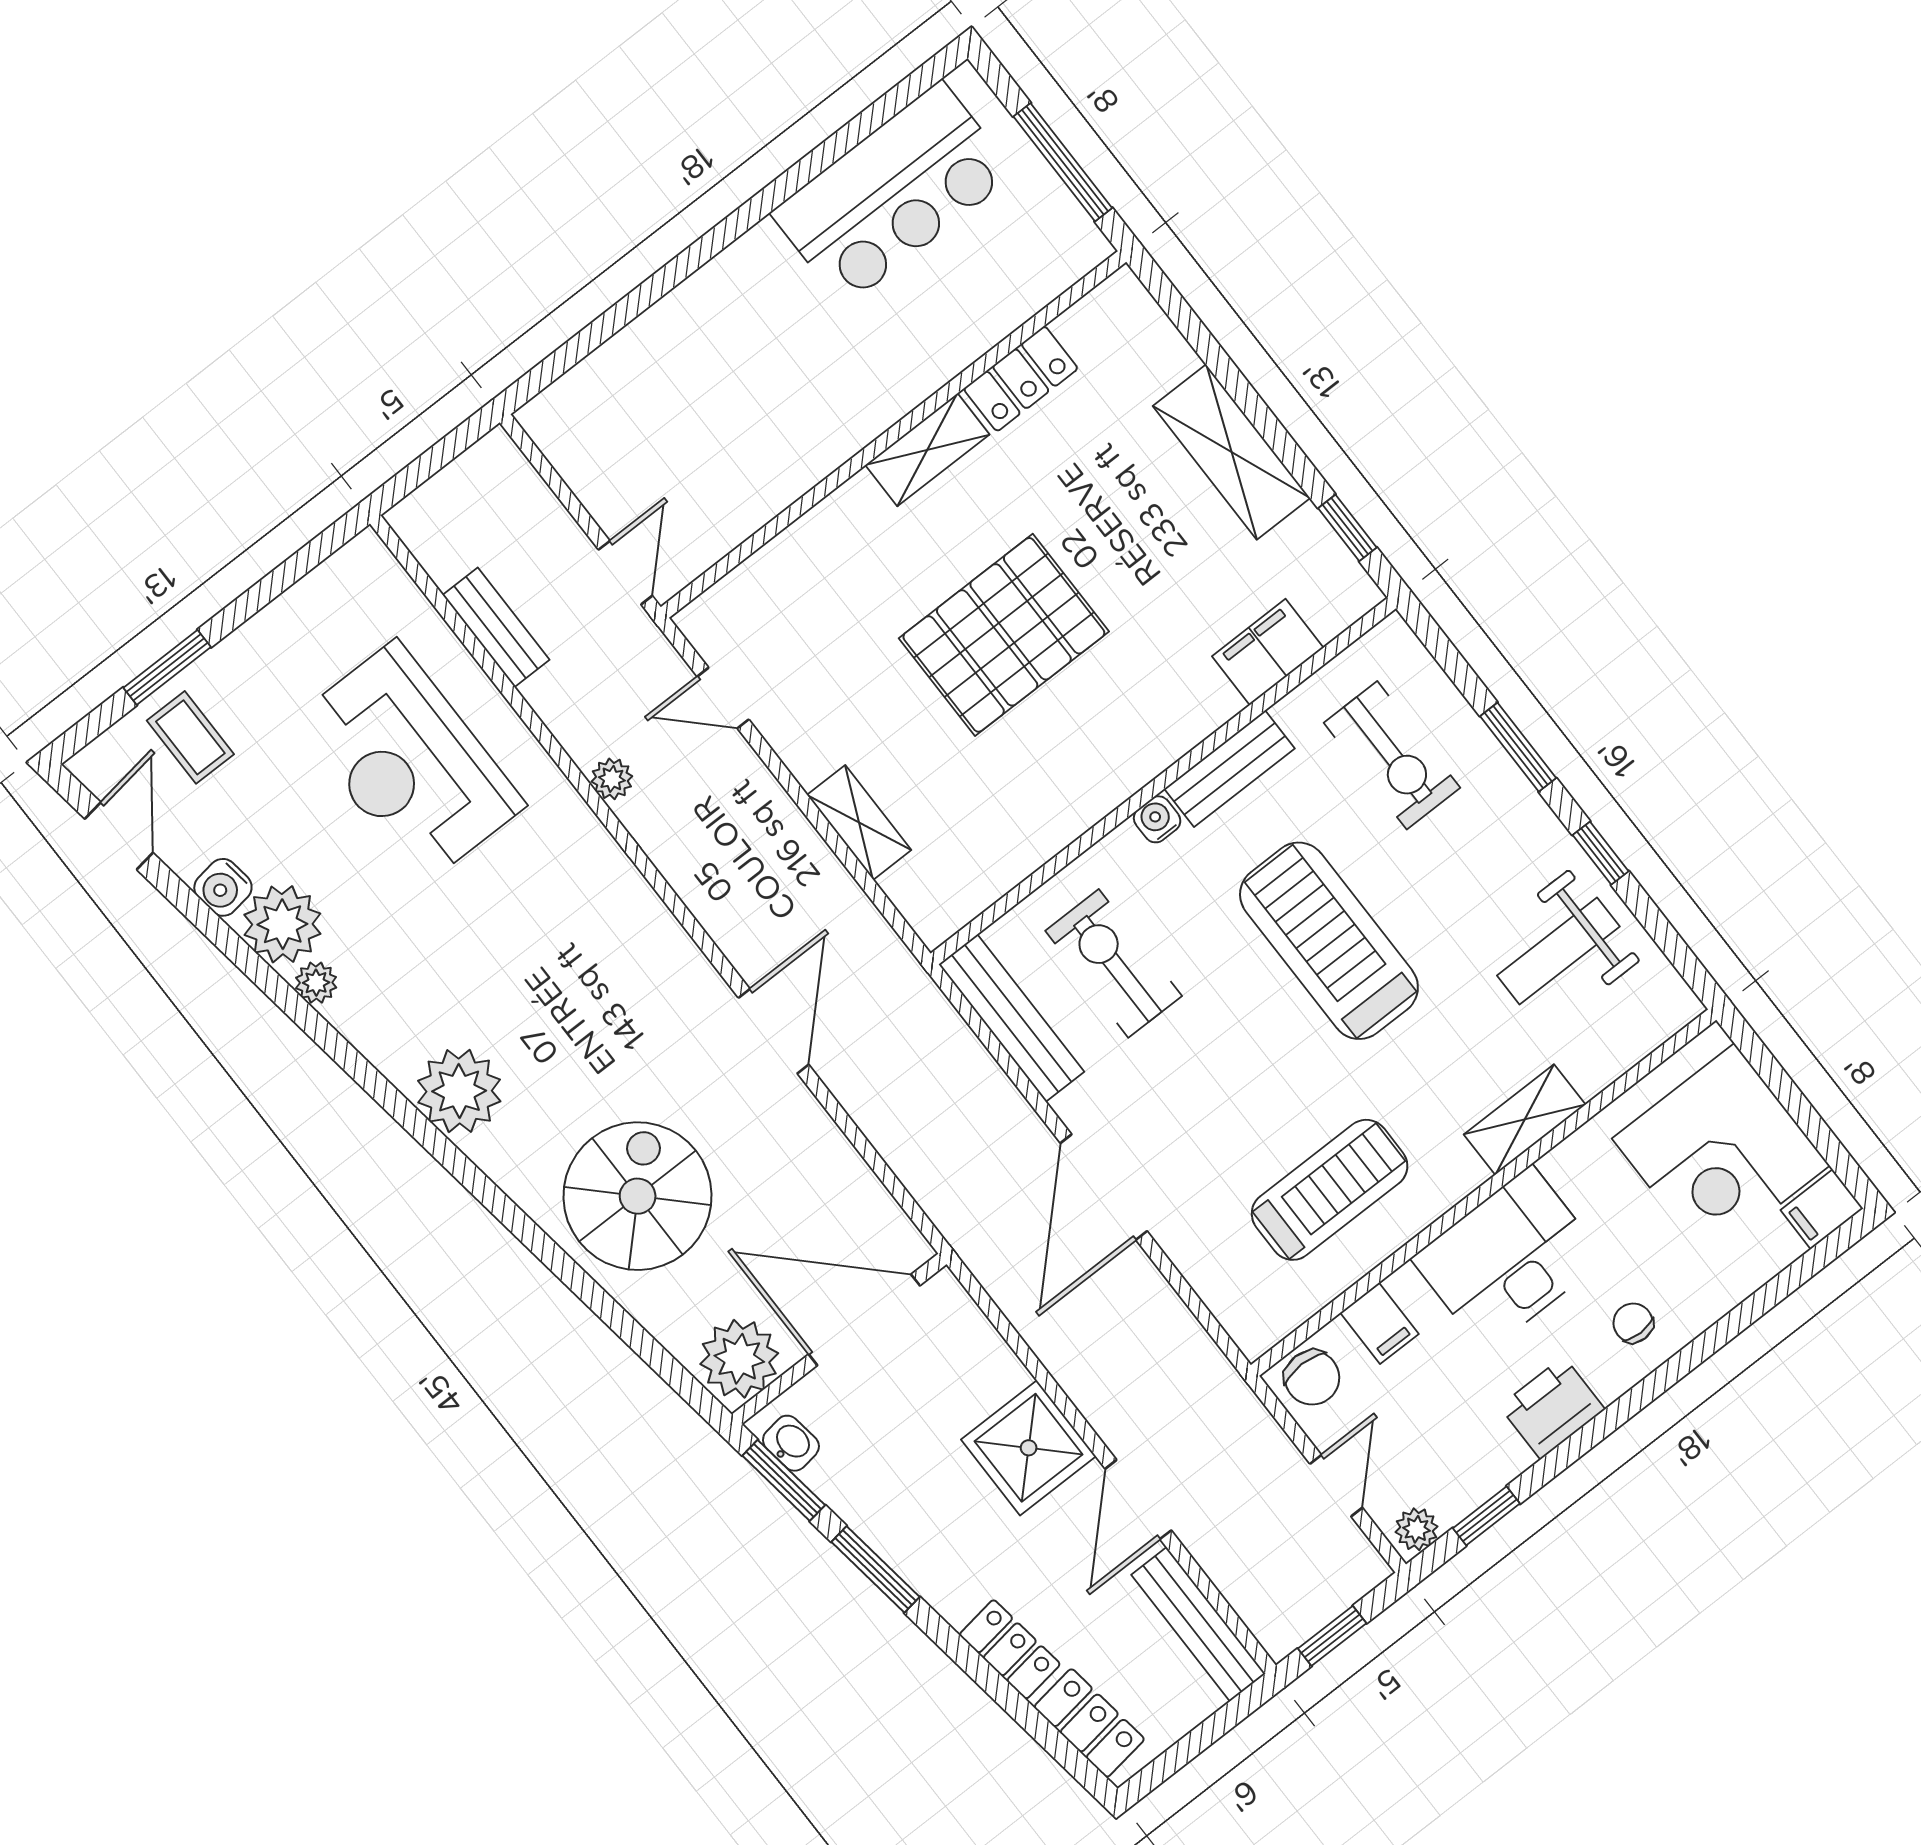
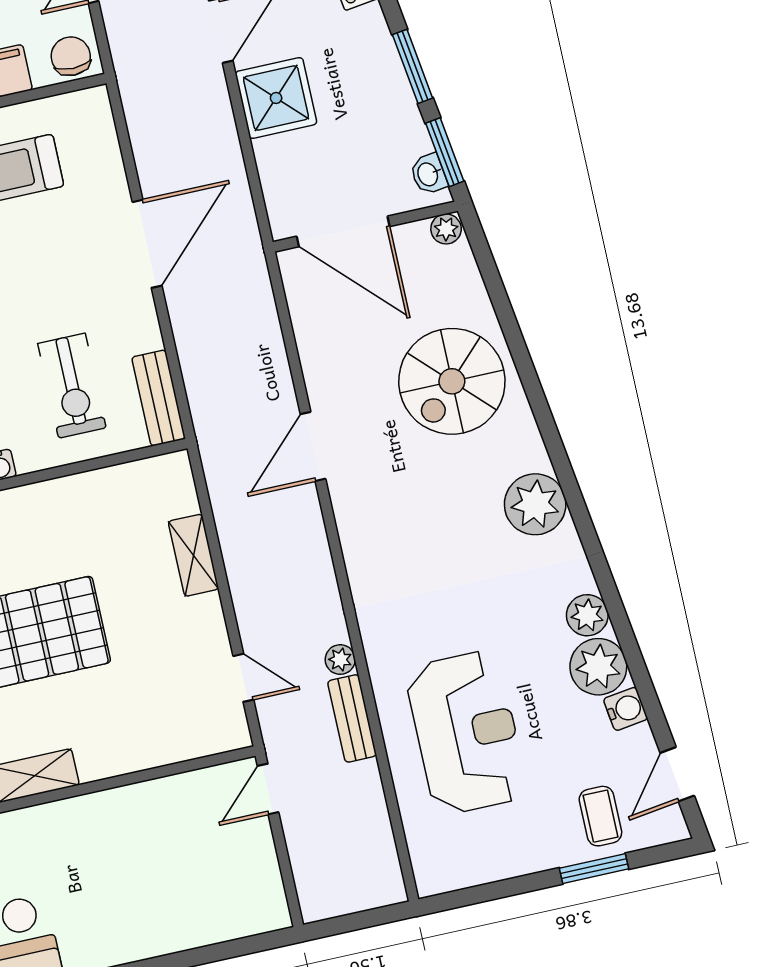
bench: (496, 627) -> (352, 718), moved
plant: (316, 983) -> (587, 615), width x1.38, depth x1.38
bench: (1011, 1018) -> (158, 398), width x0.73
plant: (739, 1359) -> (446, 229), width x0.53, depth x0.53

